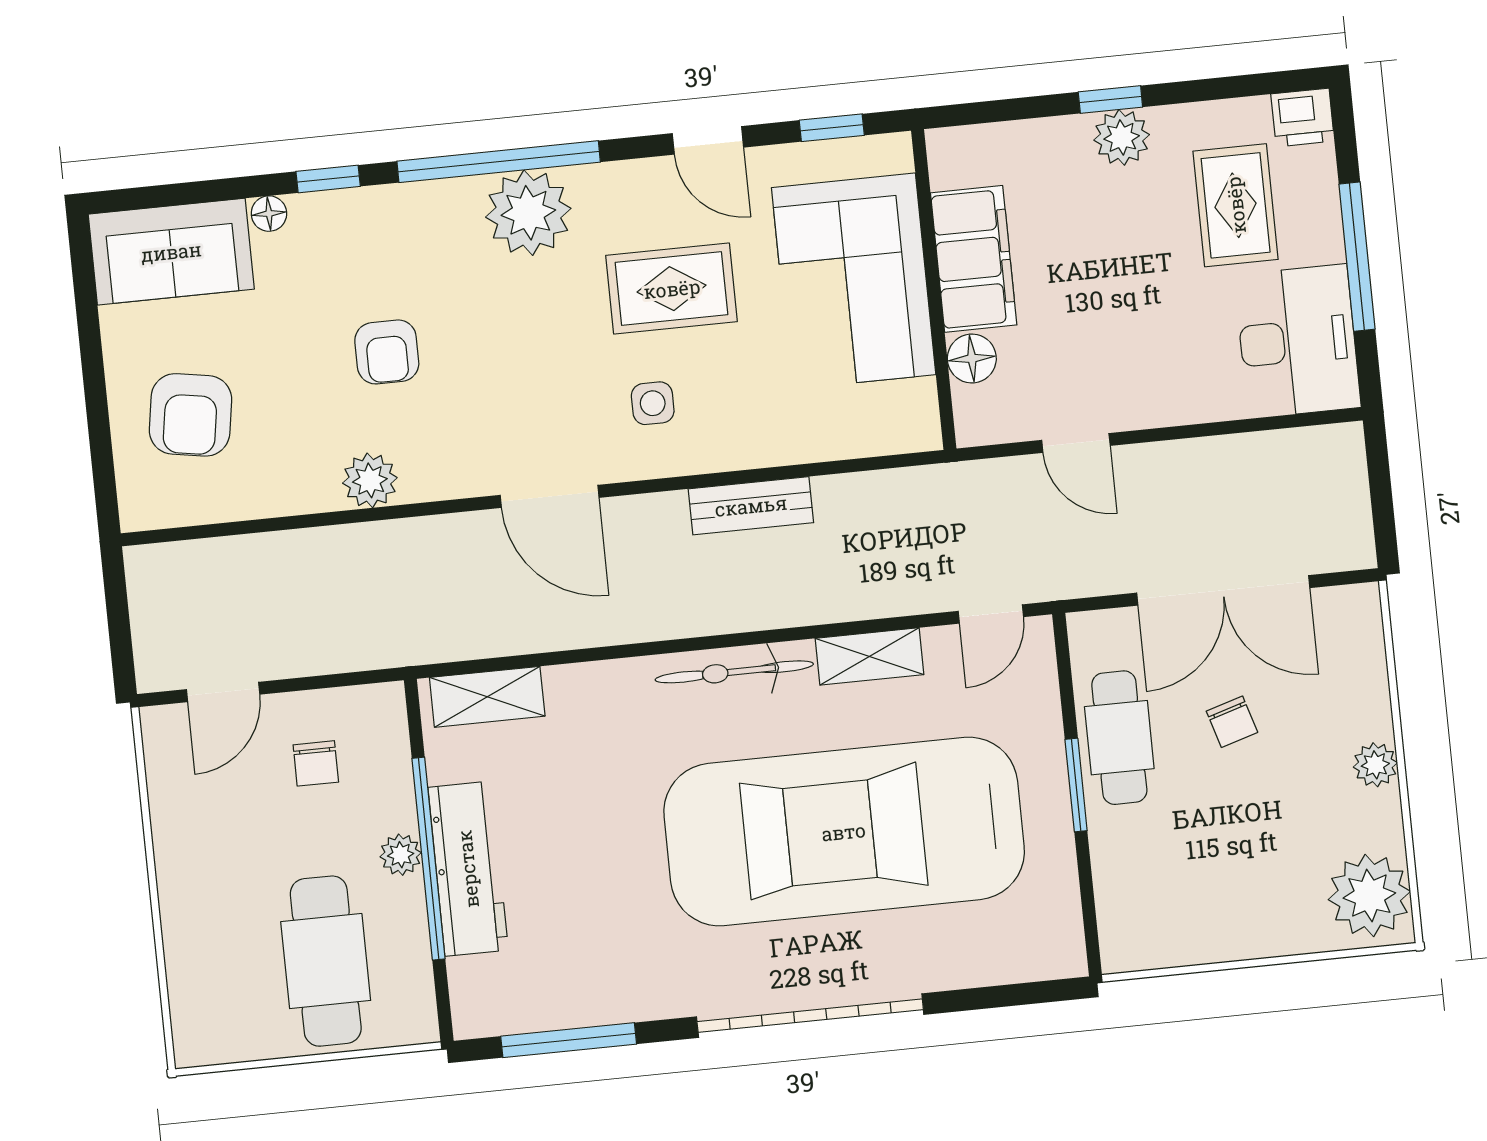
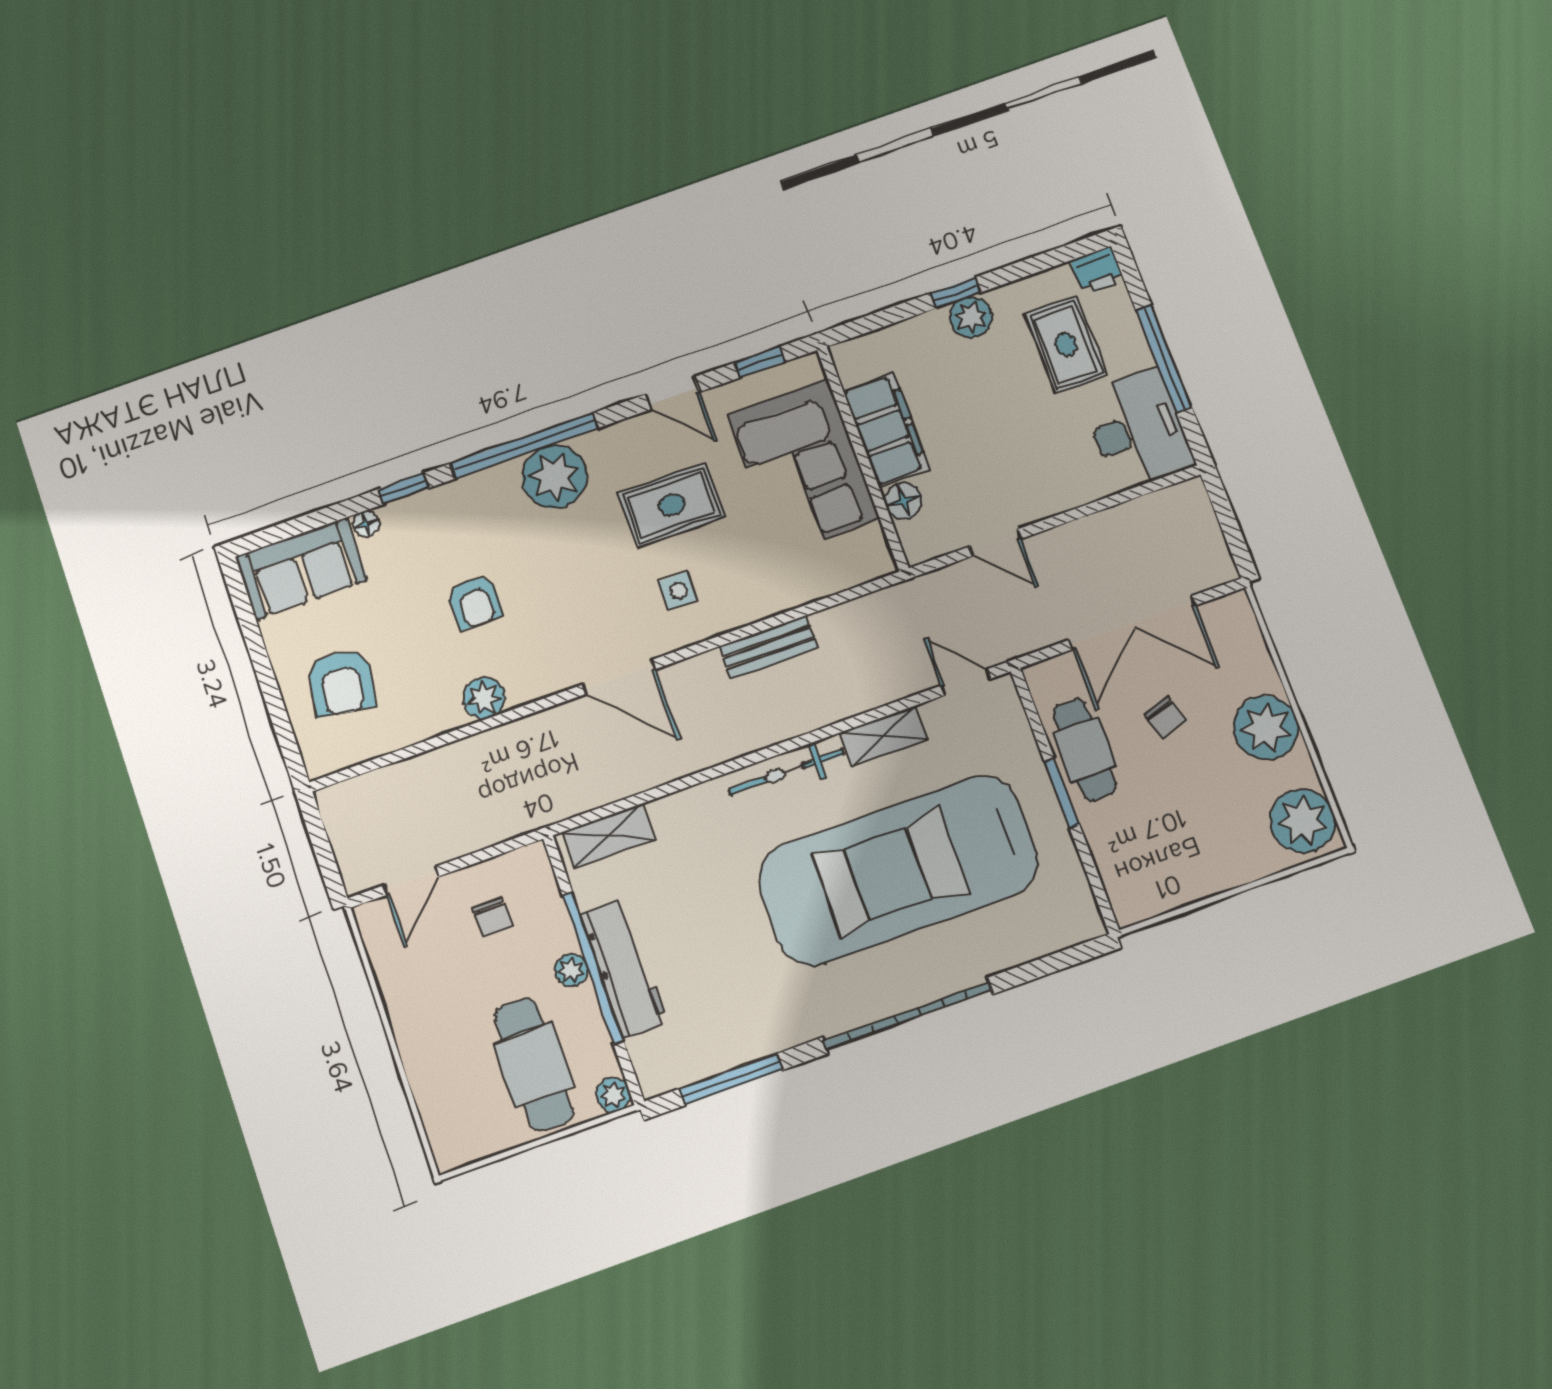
door: (991, 614) -> (966, 682), swing flipped
plant: (1375, 765) -> (1266, 728), width x1.88, depth x1.88
plant: (417, 1023) -> (613, 1095), added

